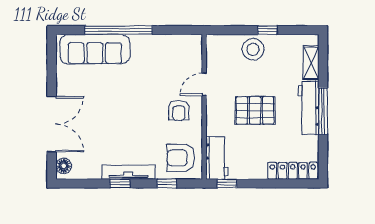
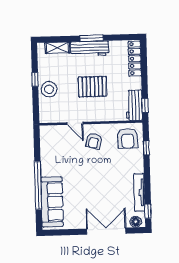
armchair: (179, 110) -> (94, 141), turned 104
pallet: (255, 110) -> (92, 87), turned 90
window: (323, 111) -> (92, 38), width x0.69
workbench: (217, 158) -> (134, 105), moved, turned -90
tv unit: (128, 172) -> (139, 192), moved
window: (120, 184) -> (148, 211), moved

